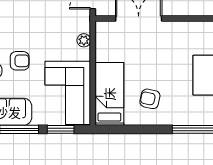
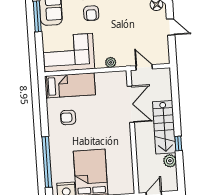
armchair: (150, 99) -> (68, 117), turned -102
window: (61, 129) -> (39, 49), removed

